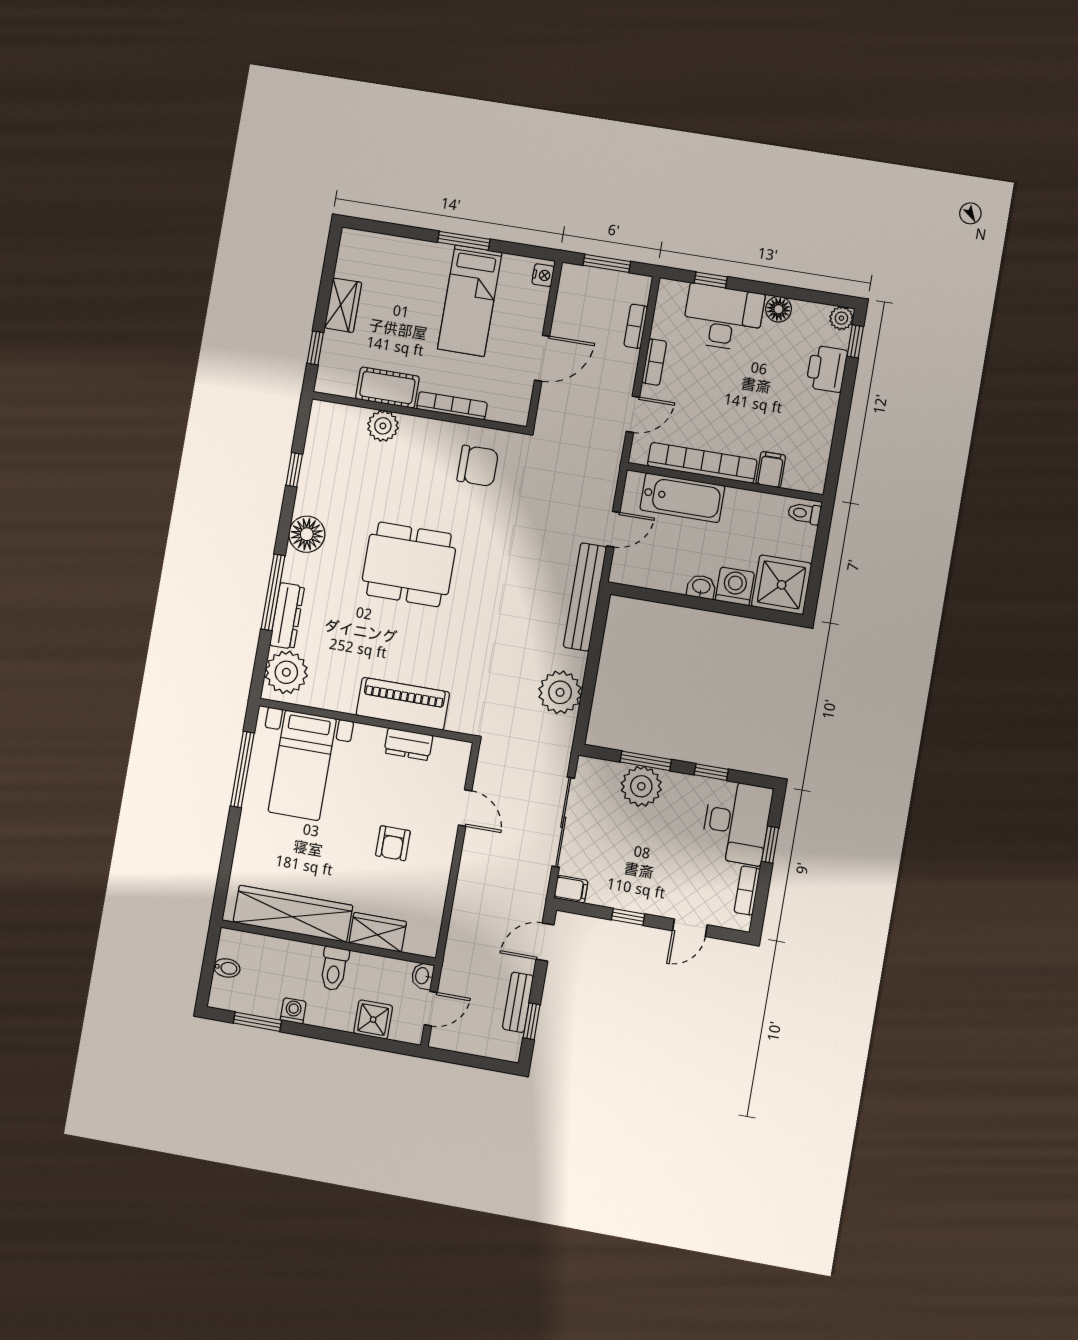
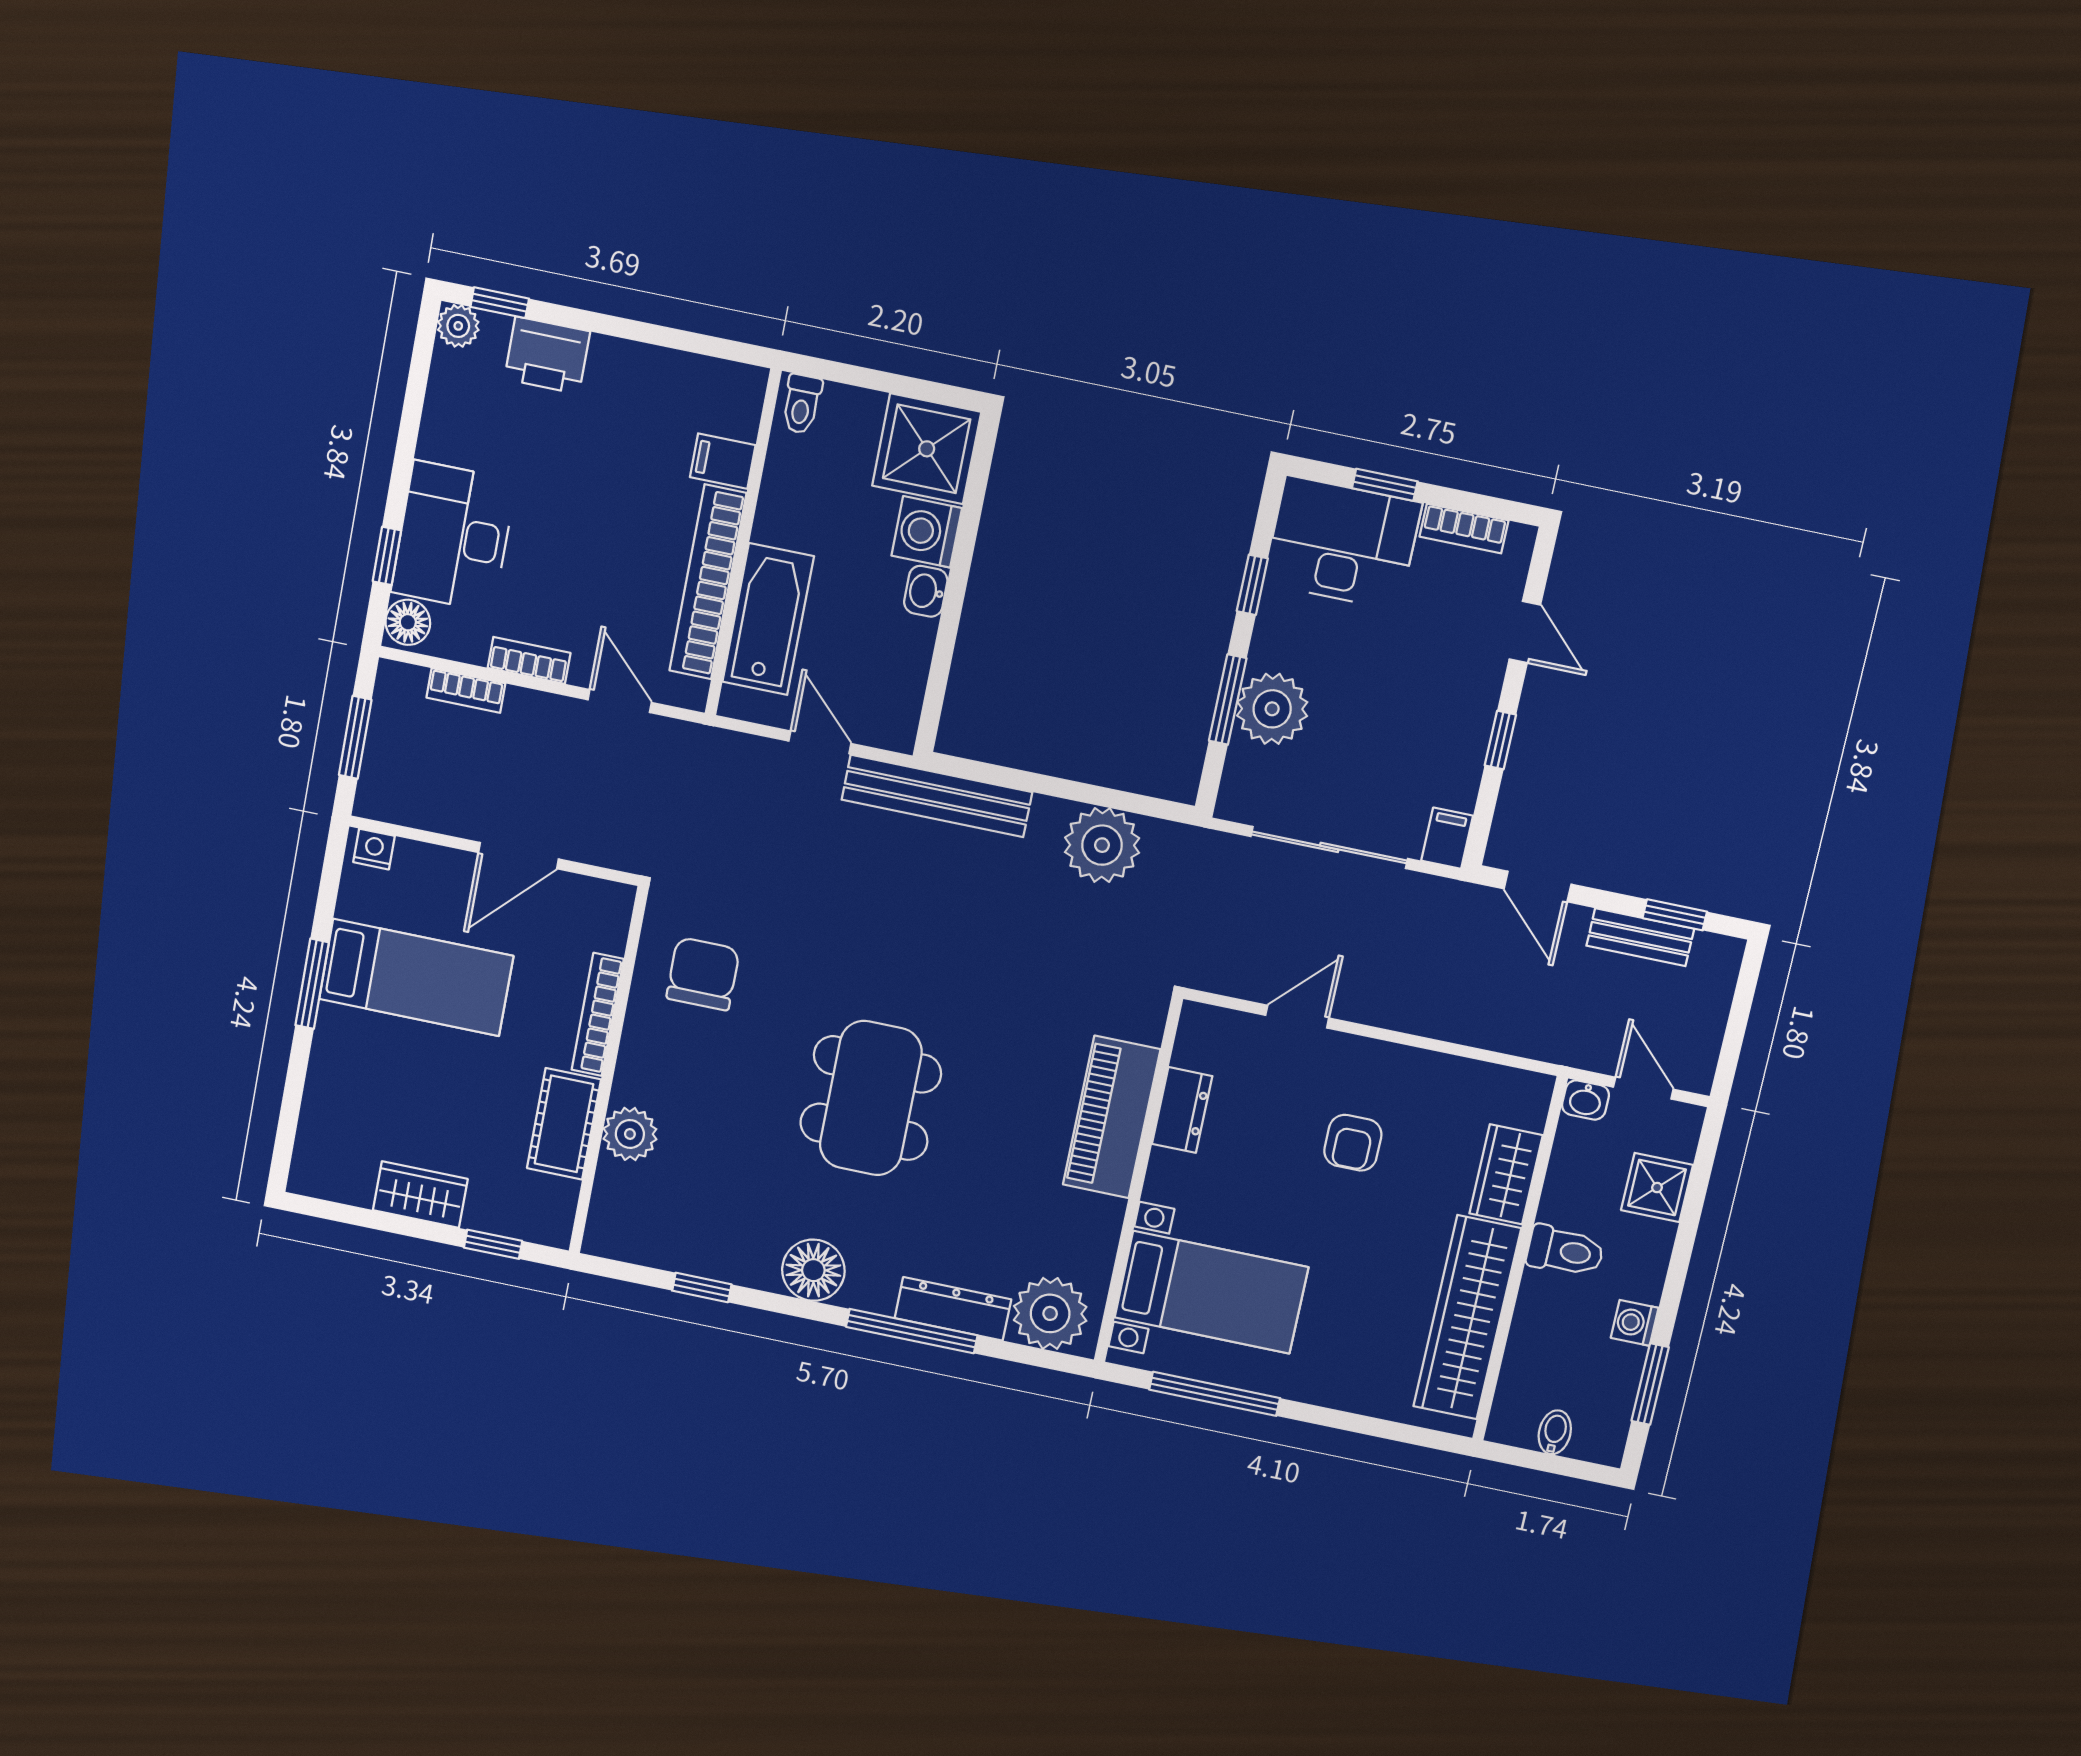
floor lamp: (779, 309) -> (408, 622), moved
door: (542, 358) -> (518, 856), swing flipped
armchair: (393, 843) -> (1353, 1143), turned 90

